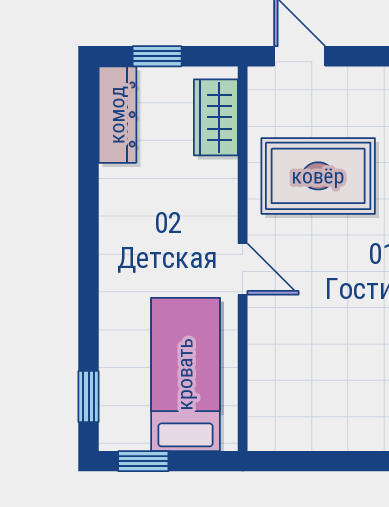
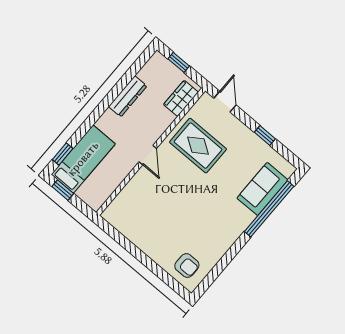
dresser: (117, 115) -> (128, 96), moved
bed: (185, 374) -> (83, 159), moved

